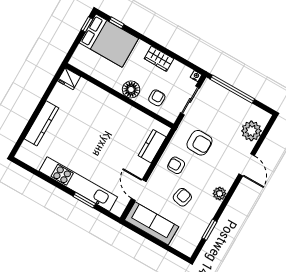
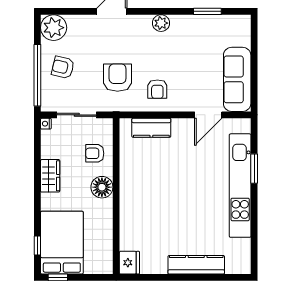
plant: (251, 131) -> (54, 28), moved
armchair: (182, 197) -> (63, 67), moved

